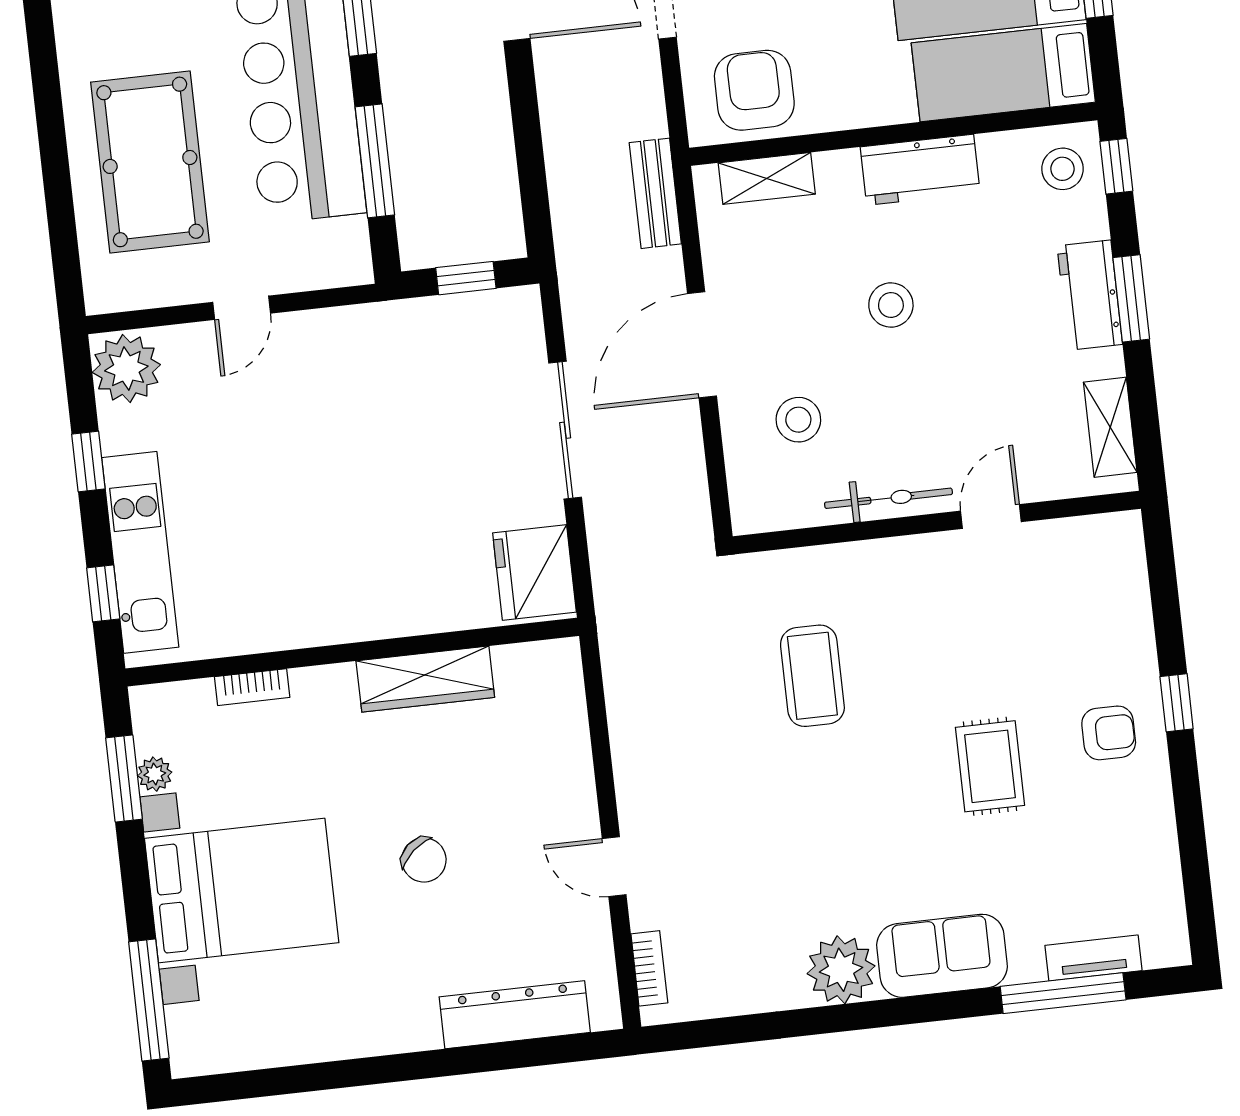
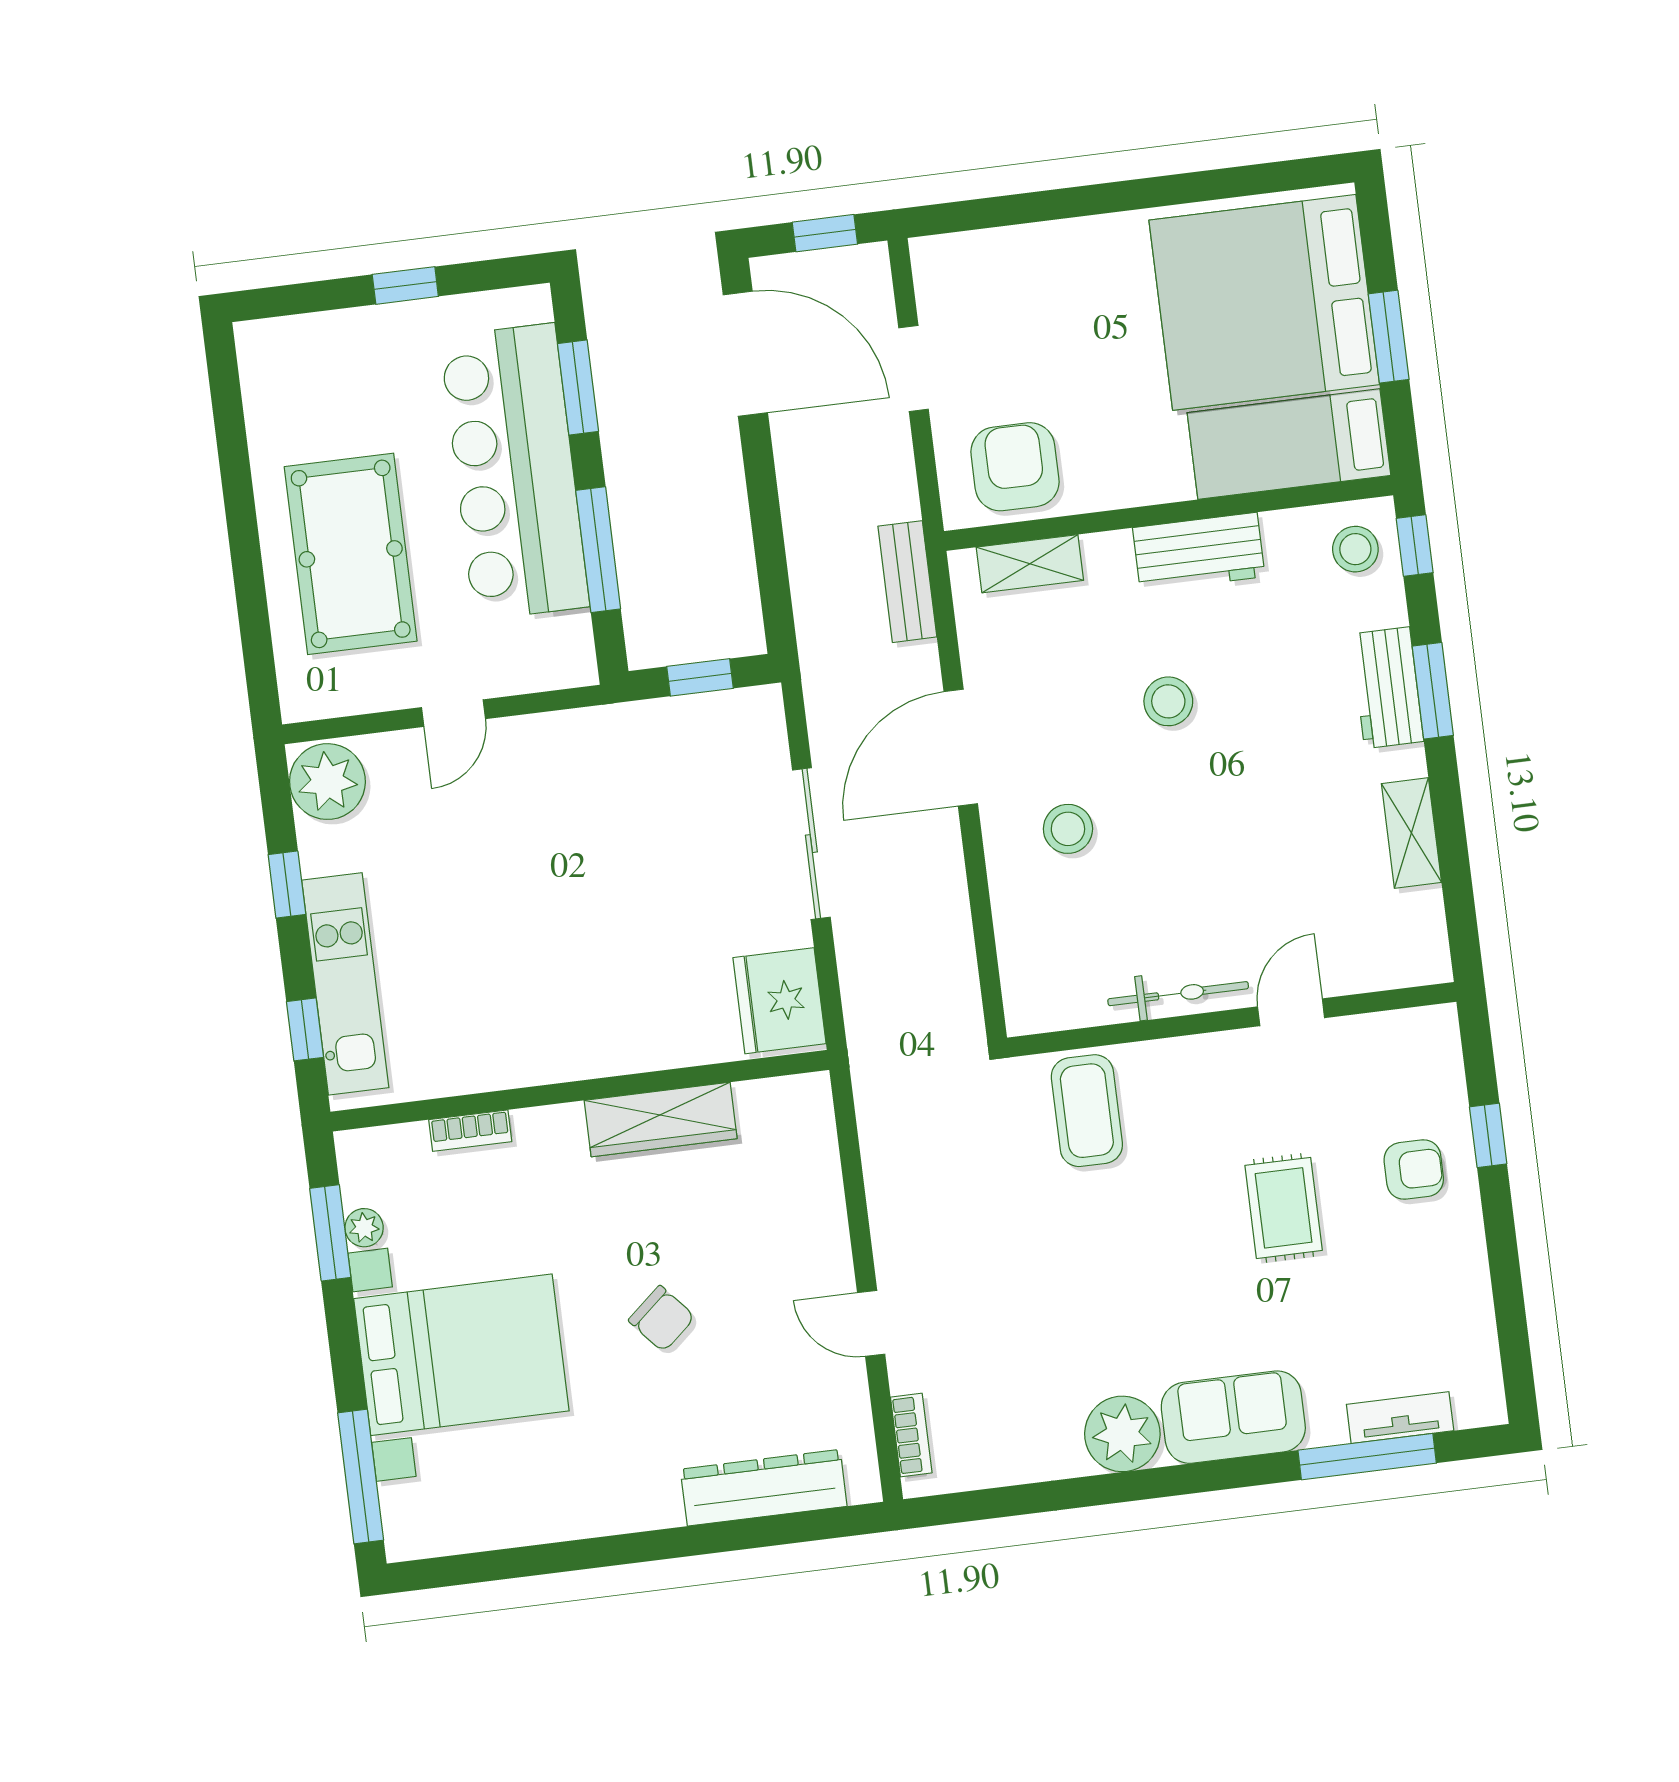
bicycle: (889, 498) -> (1178, 994), moved
door: (991, 516) -> (1291, 1012), moved
wall: (937, 522) -> (1232, 1020), moved

